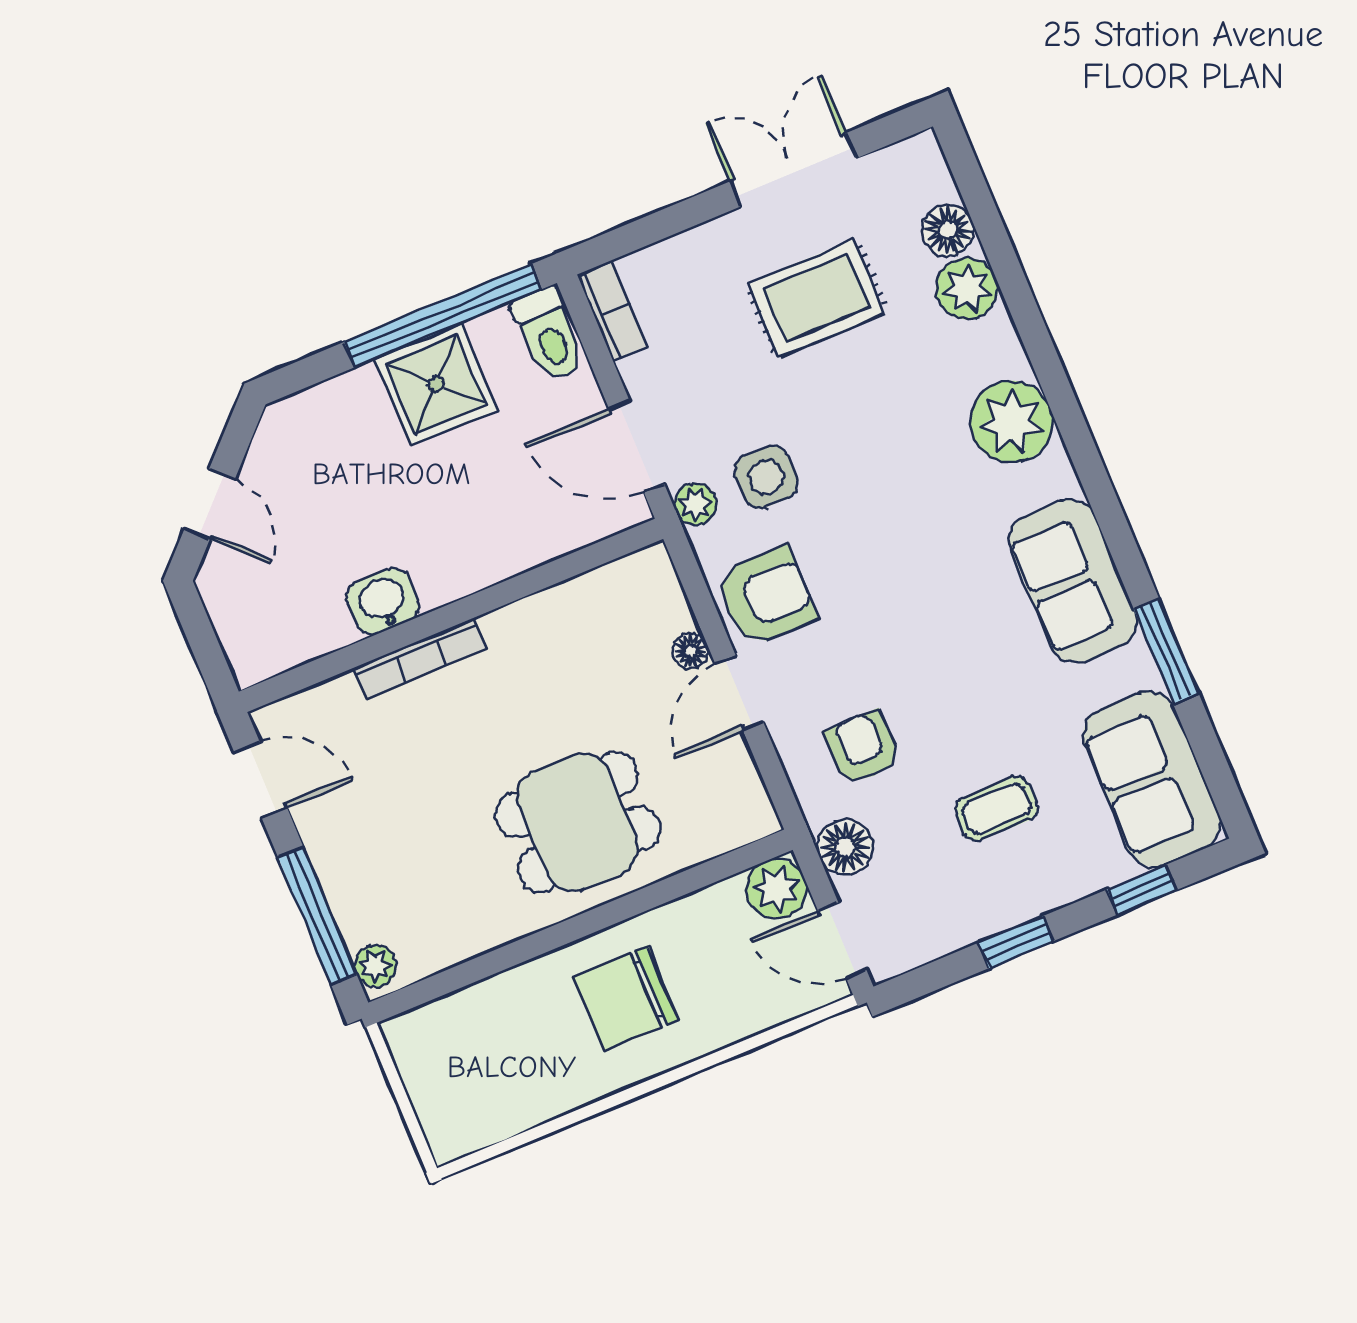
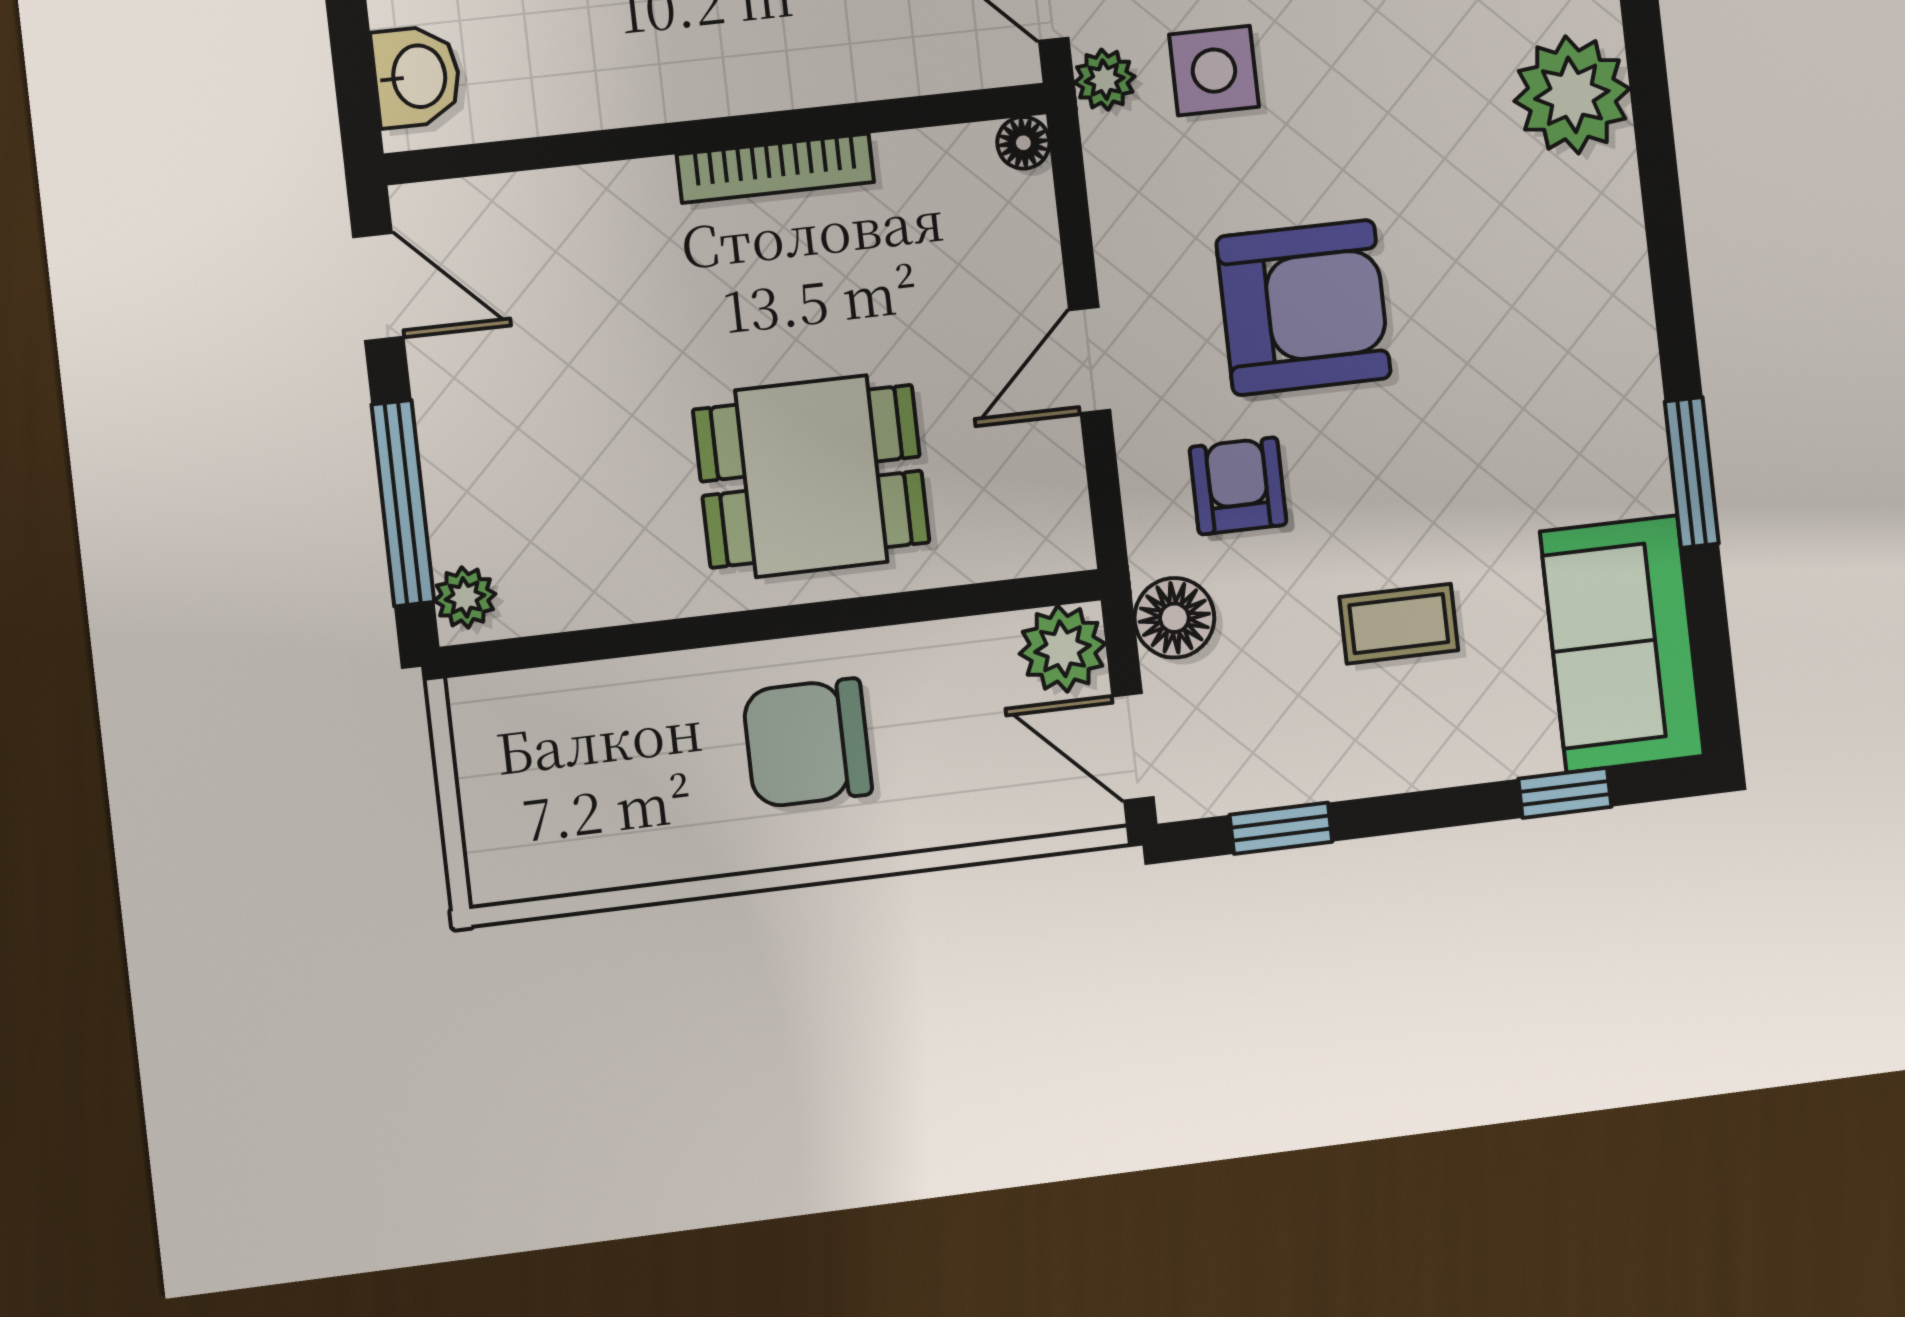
sofa: (1073, 581) -> (1593, 339), removed
armchair: (766, 597) -> (1304, 307), moved, width x1.36, depth x1.36
washbasin: (383, 602) -> (417, 76), moved, turned 90
floor lamp: (691, 651) -> (1023, 143), moved
bookcase: (420, 658) -> (775, 168), moved
window: (1016, 942) -> (1281, 828), moved

